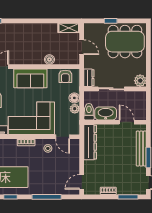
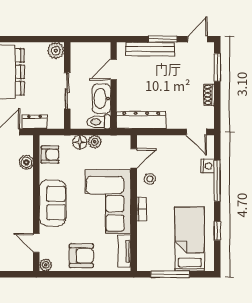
boiler: (49, 59) -> (26, 162), moved
dresser: (89, 78) -> (35, 122), moved
nightstand: (57, 190) -> (207, 166), added

